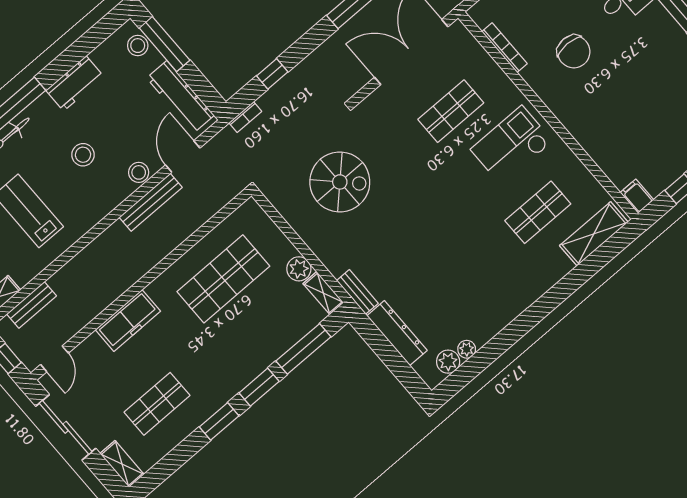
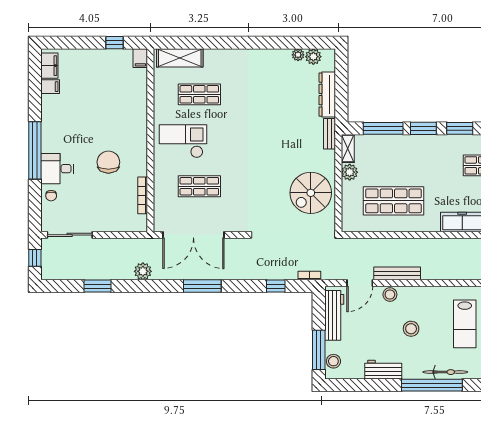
checkout: (512, 145) -> (183, 141), turned 180
spiral stairs: (340, 182) -> (311, 193), moved, turned -90

